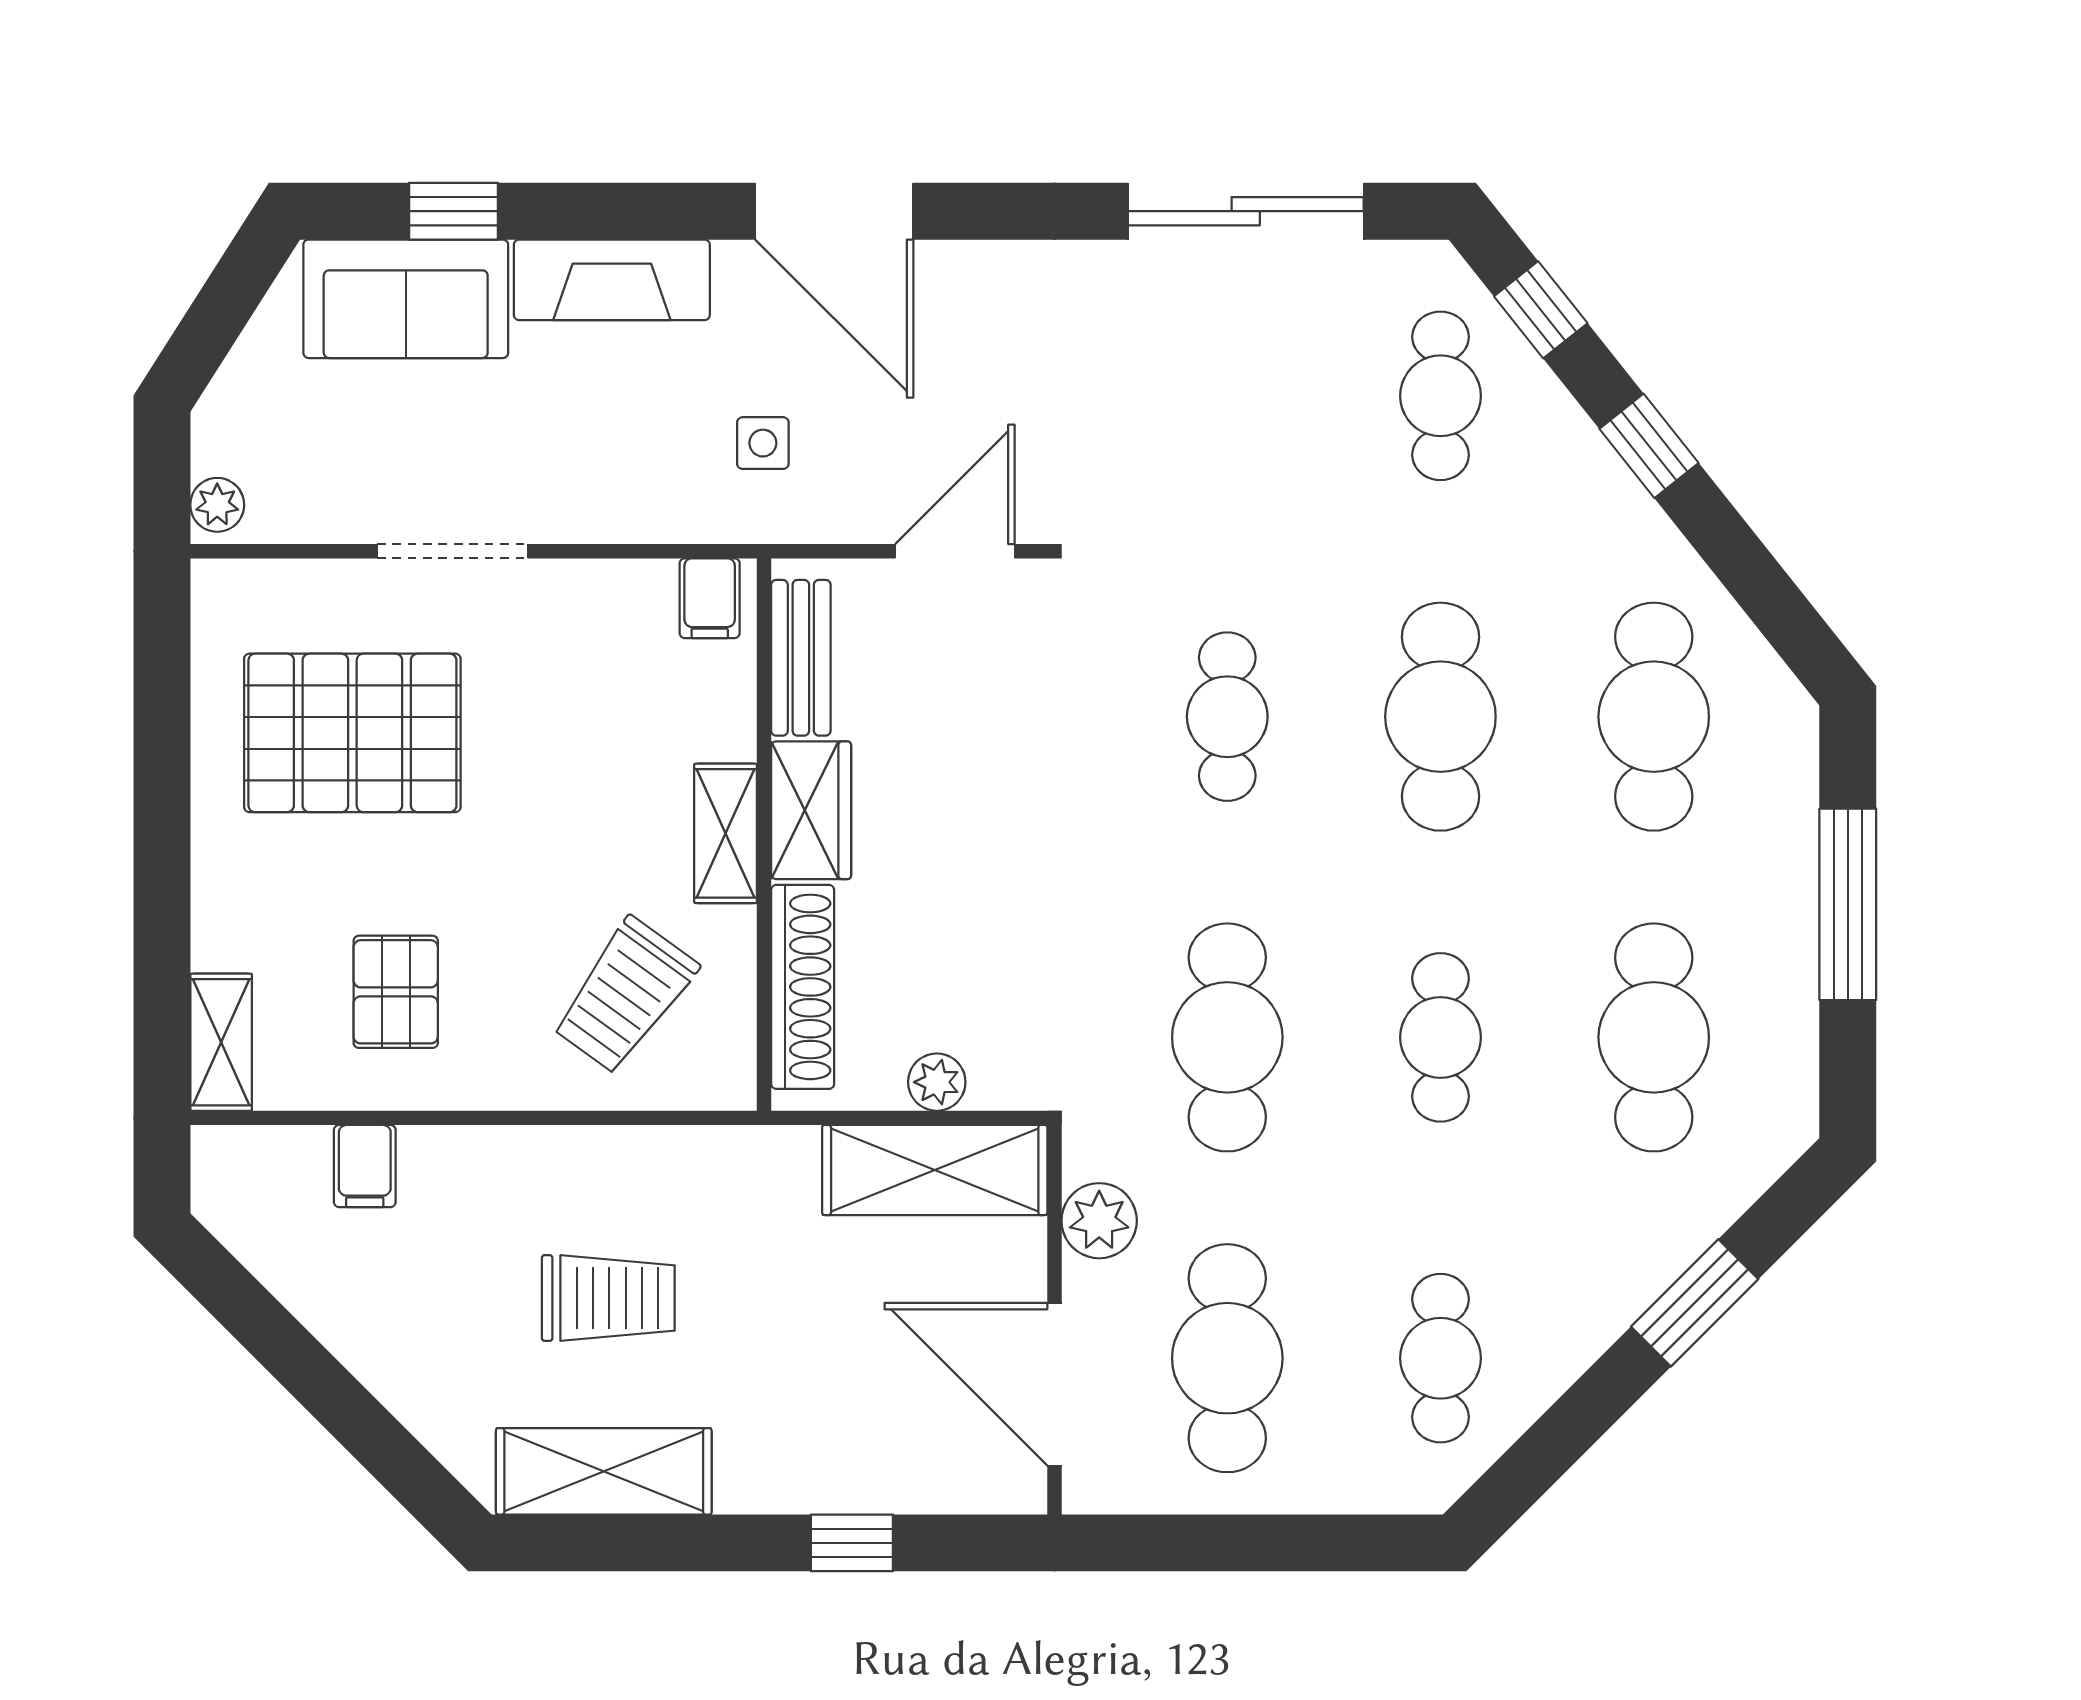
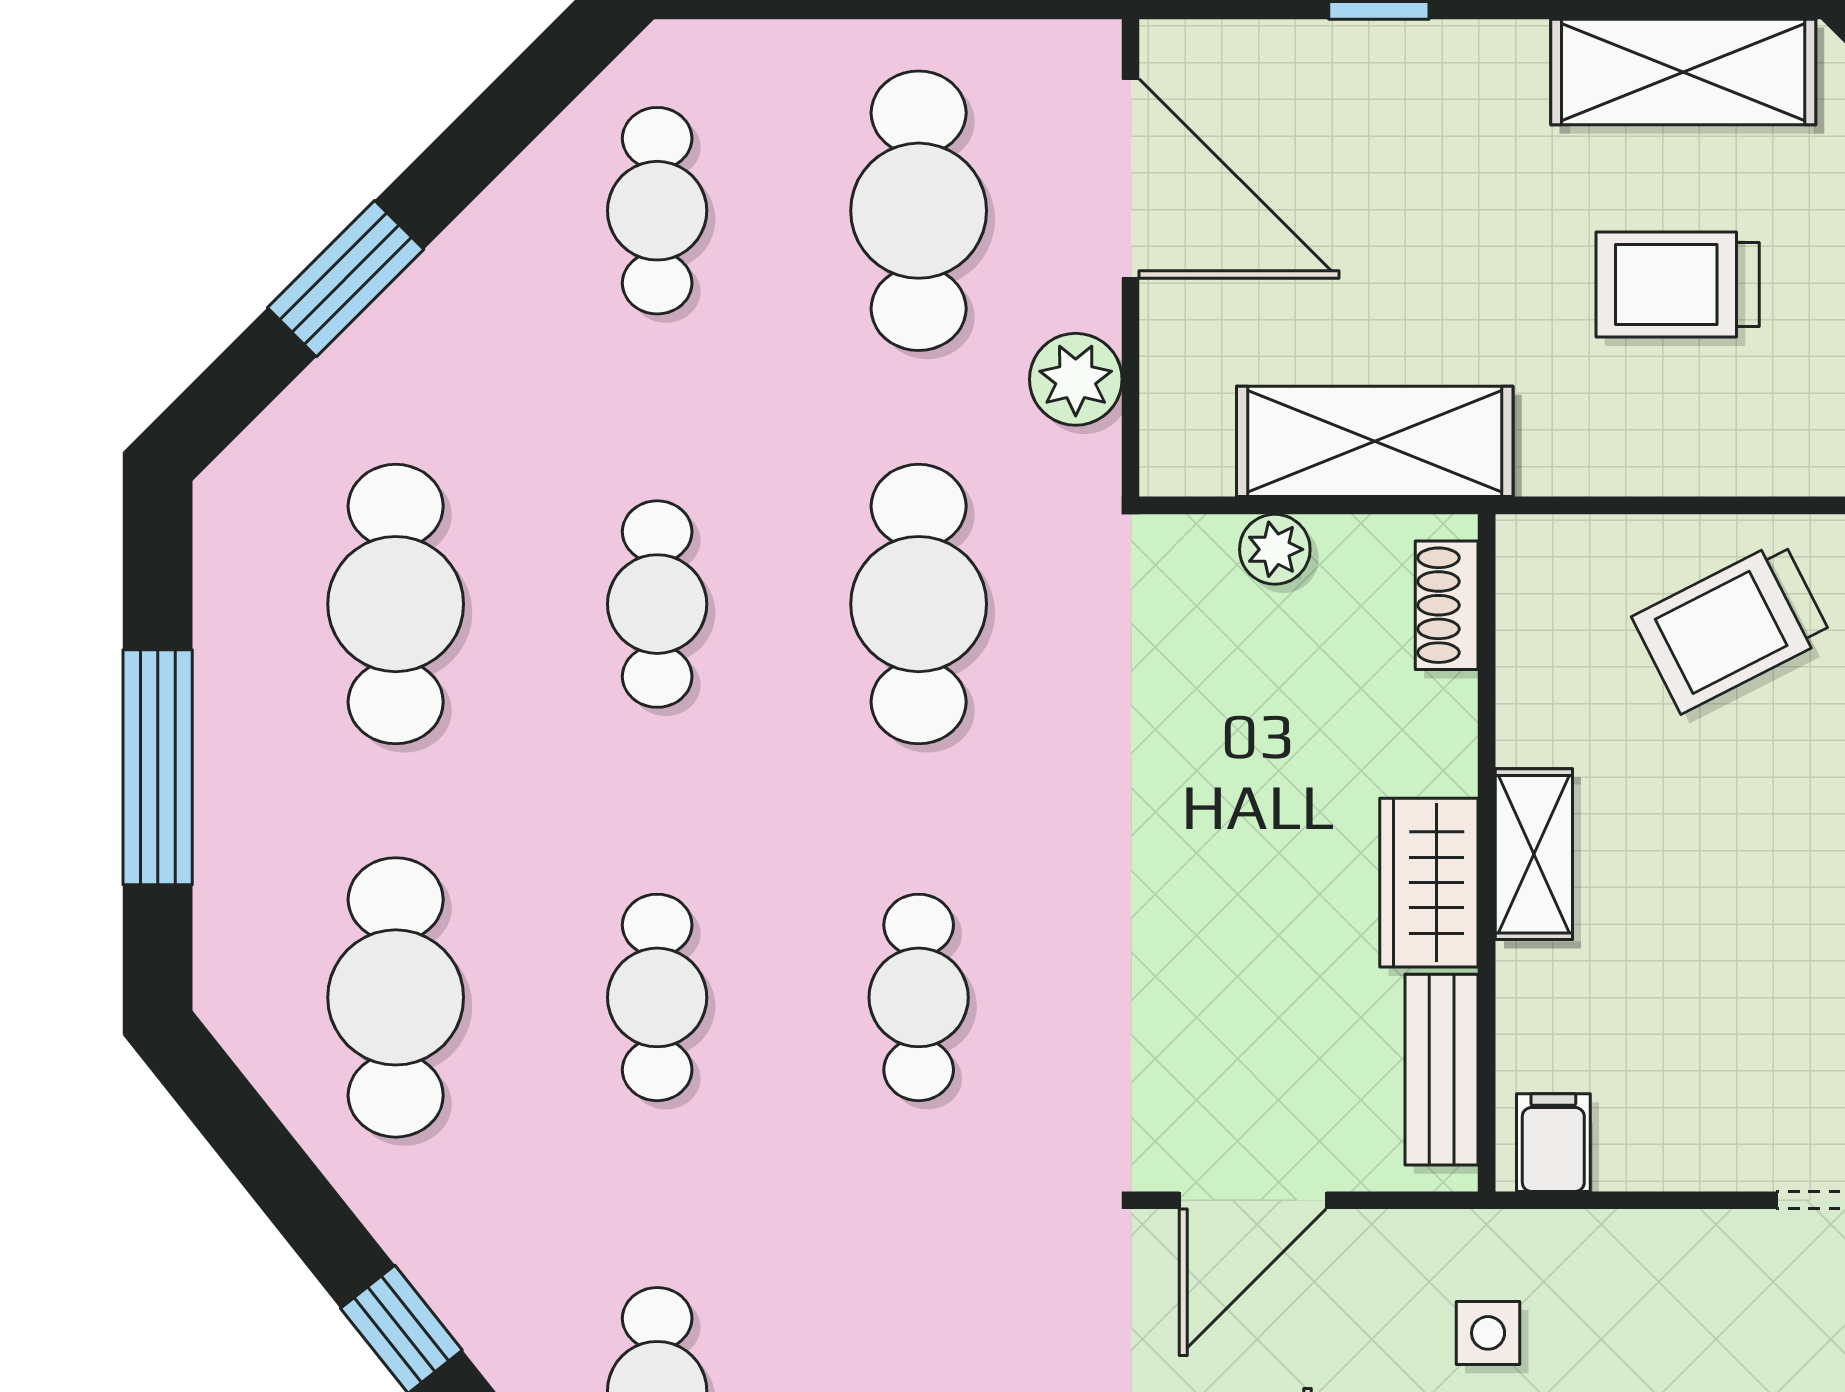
cafe table: (1440, 717) -> (657, 997), width x0.73, depth x0.74
shoe rack: (803, 987) -> (1447, 605), width x0.51, depth x0.81
trolley: (625, 996) -> (1732, 627), moved, turned -153
shelving: (935, 1170) -> (1375, 441), moved

